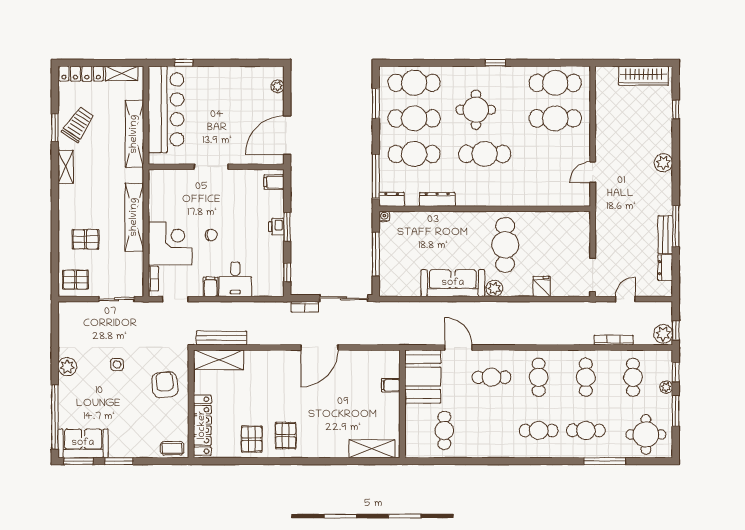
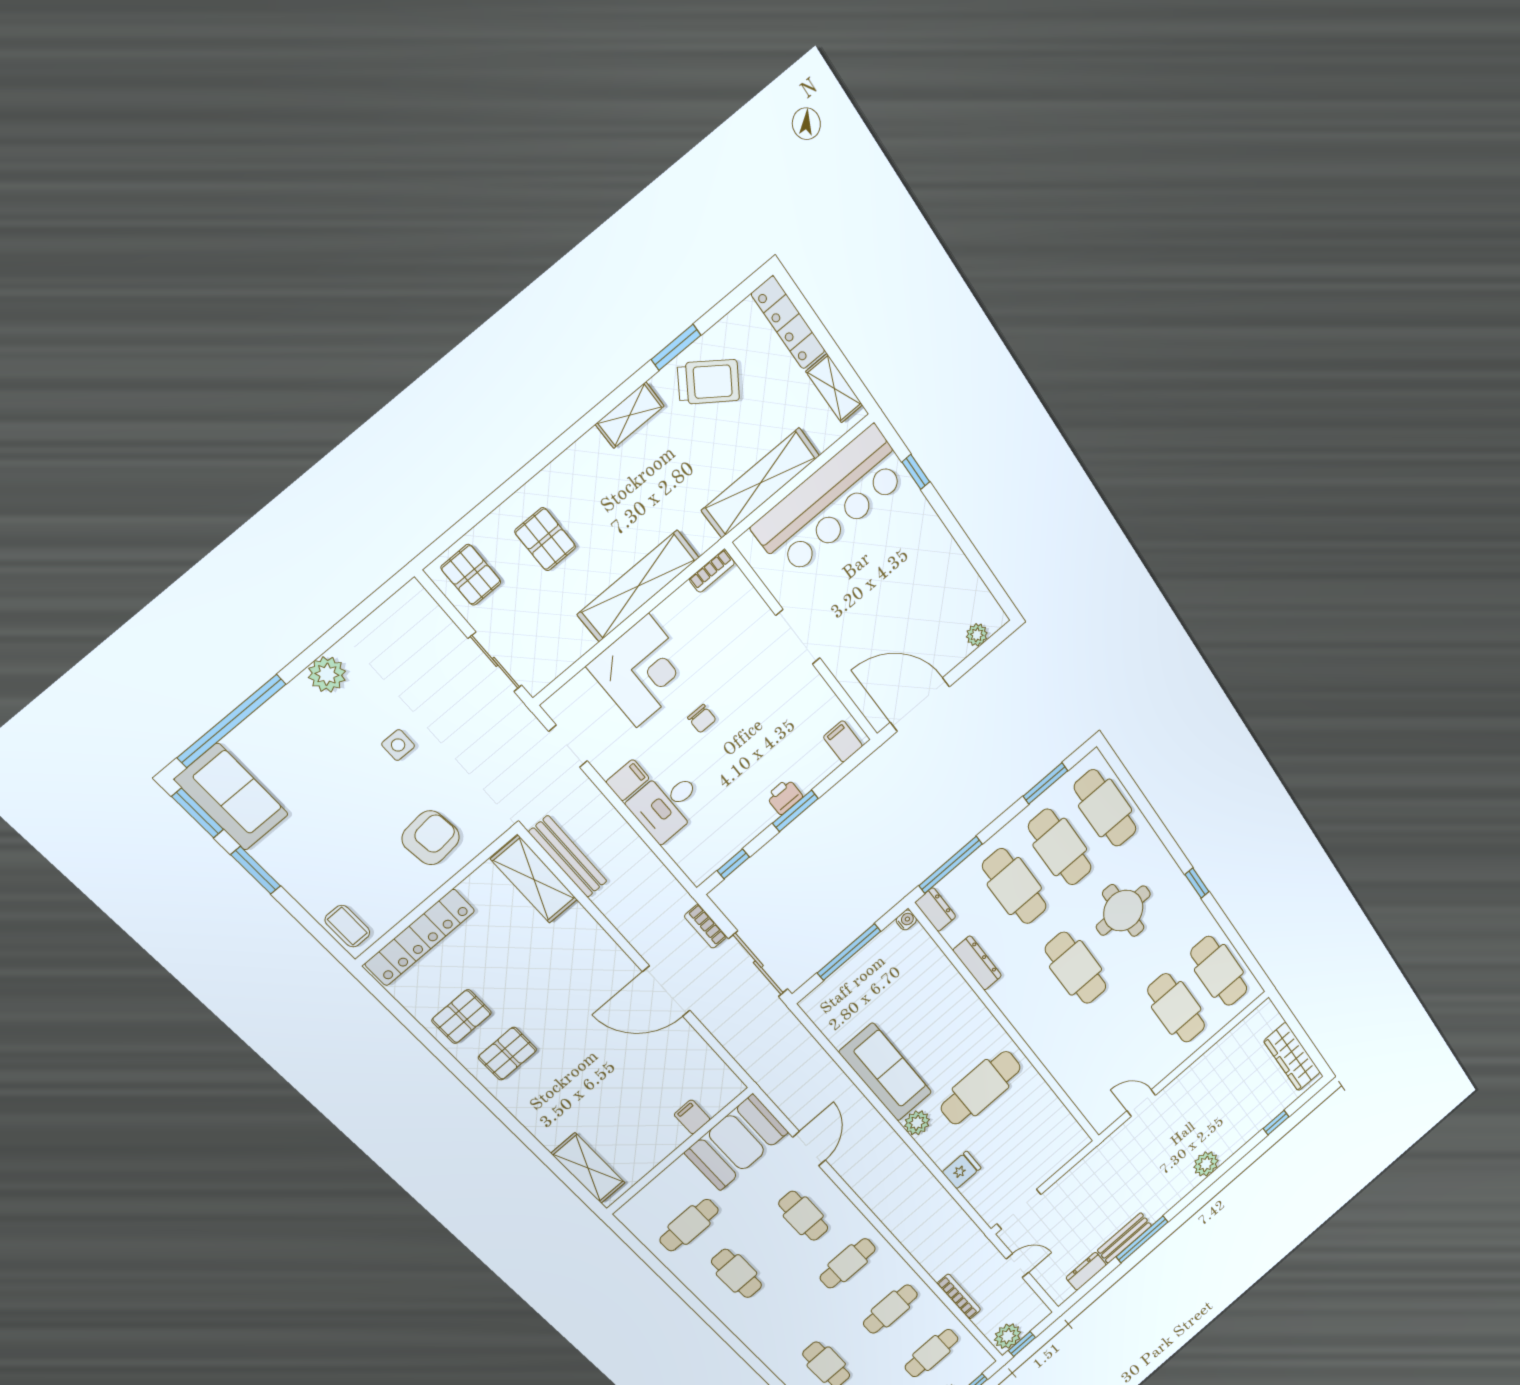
bookcase: (153, 279) -> (712, 571), moved
cafe table: (539, 430) -> (737, 1273), moved

